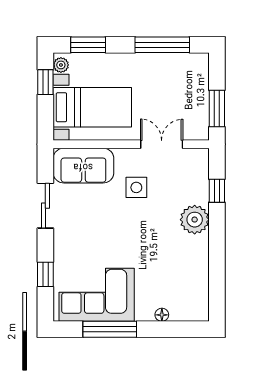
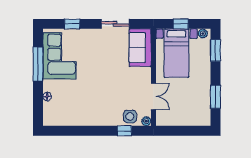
window: (162, 45) -> (215, 97), width x0.69
window: (45, 82) -> (181, 24), moved
window: (217, 109) -> (176, 131), removed
side table: (136, 187) -> (130, 116), moved
plant: (195, 220) -> (146, 121), moved, width x0.53, depth x0.53

